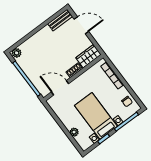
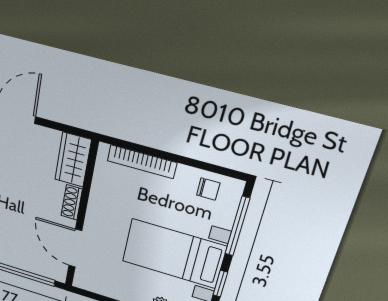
door: (60, 88) -> (75, 248), hinge flipped

